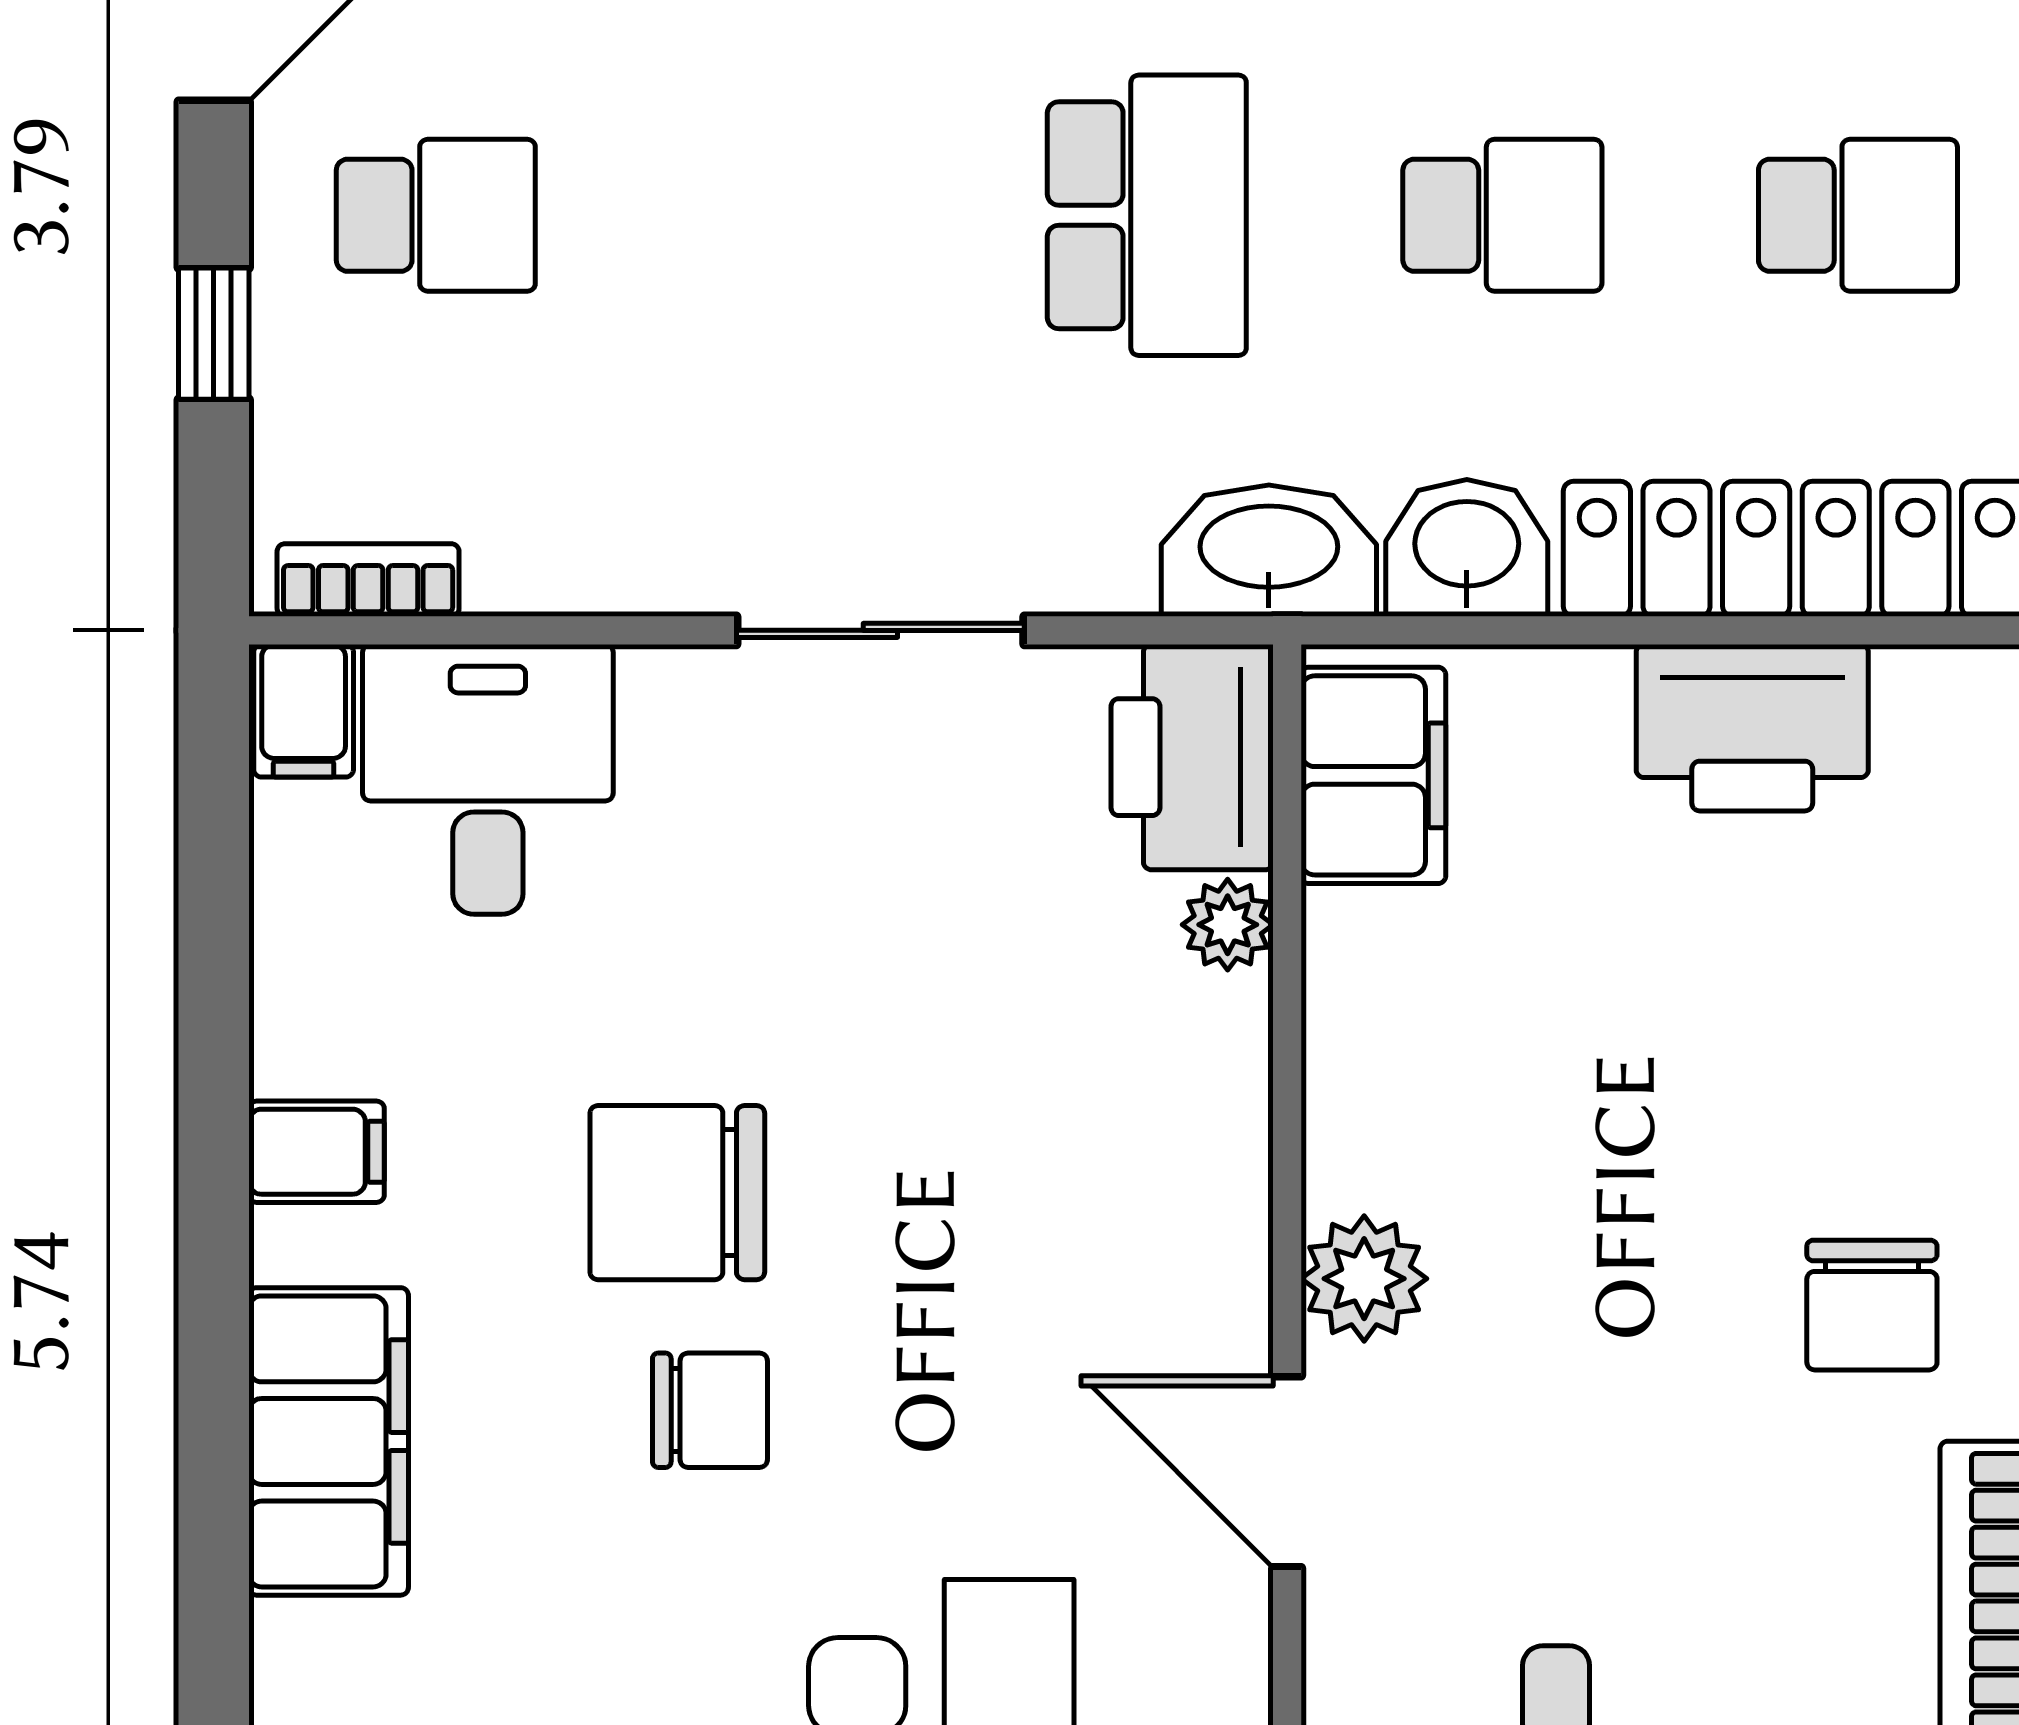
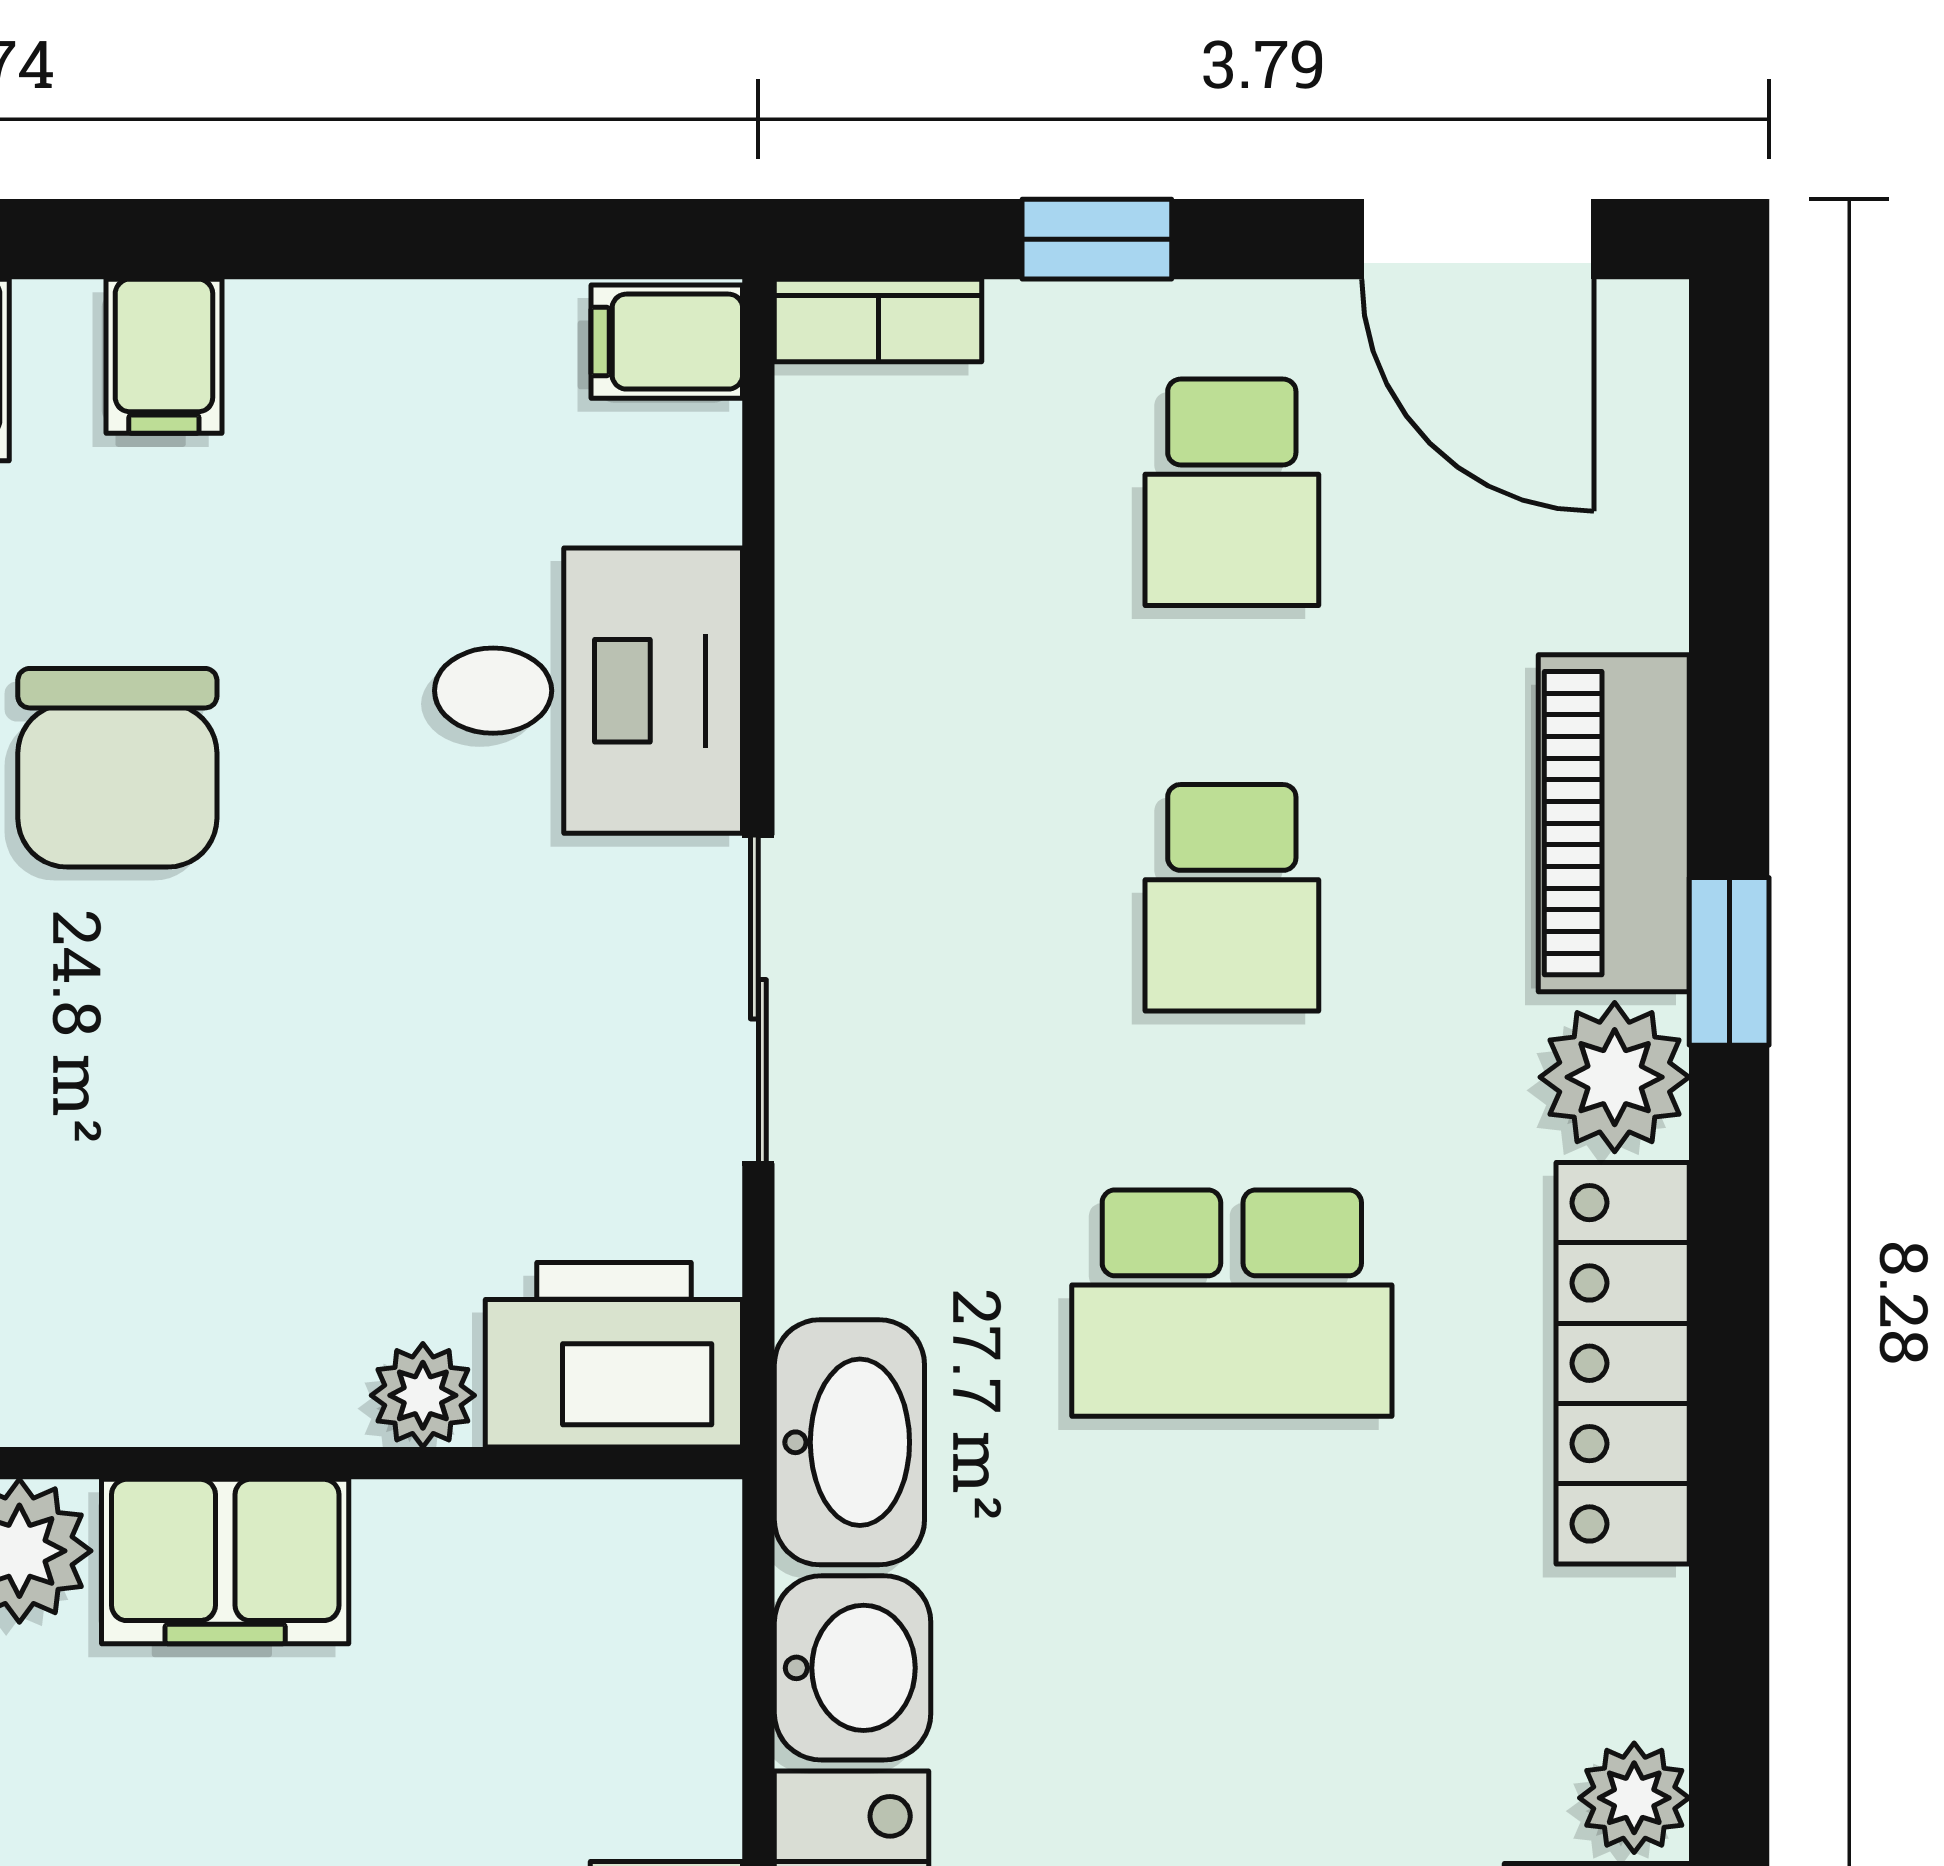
school desk: (1502, 215) -> (1232, 898), moved
bookcase: (368, 580) -> (878, 320), moved, turned 90
filing cabinet: (1373, 775) -> (225, 1561), moved
desk: (488, 779) -> (589, 691), moved
chair: (677, 1193) -> (117, 768), turned 180

